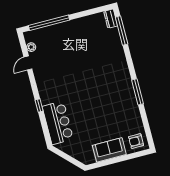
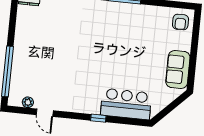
sofa: (109, 150) -> (178, 70), moved

